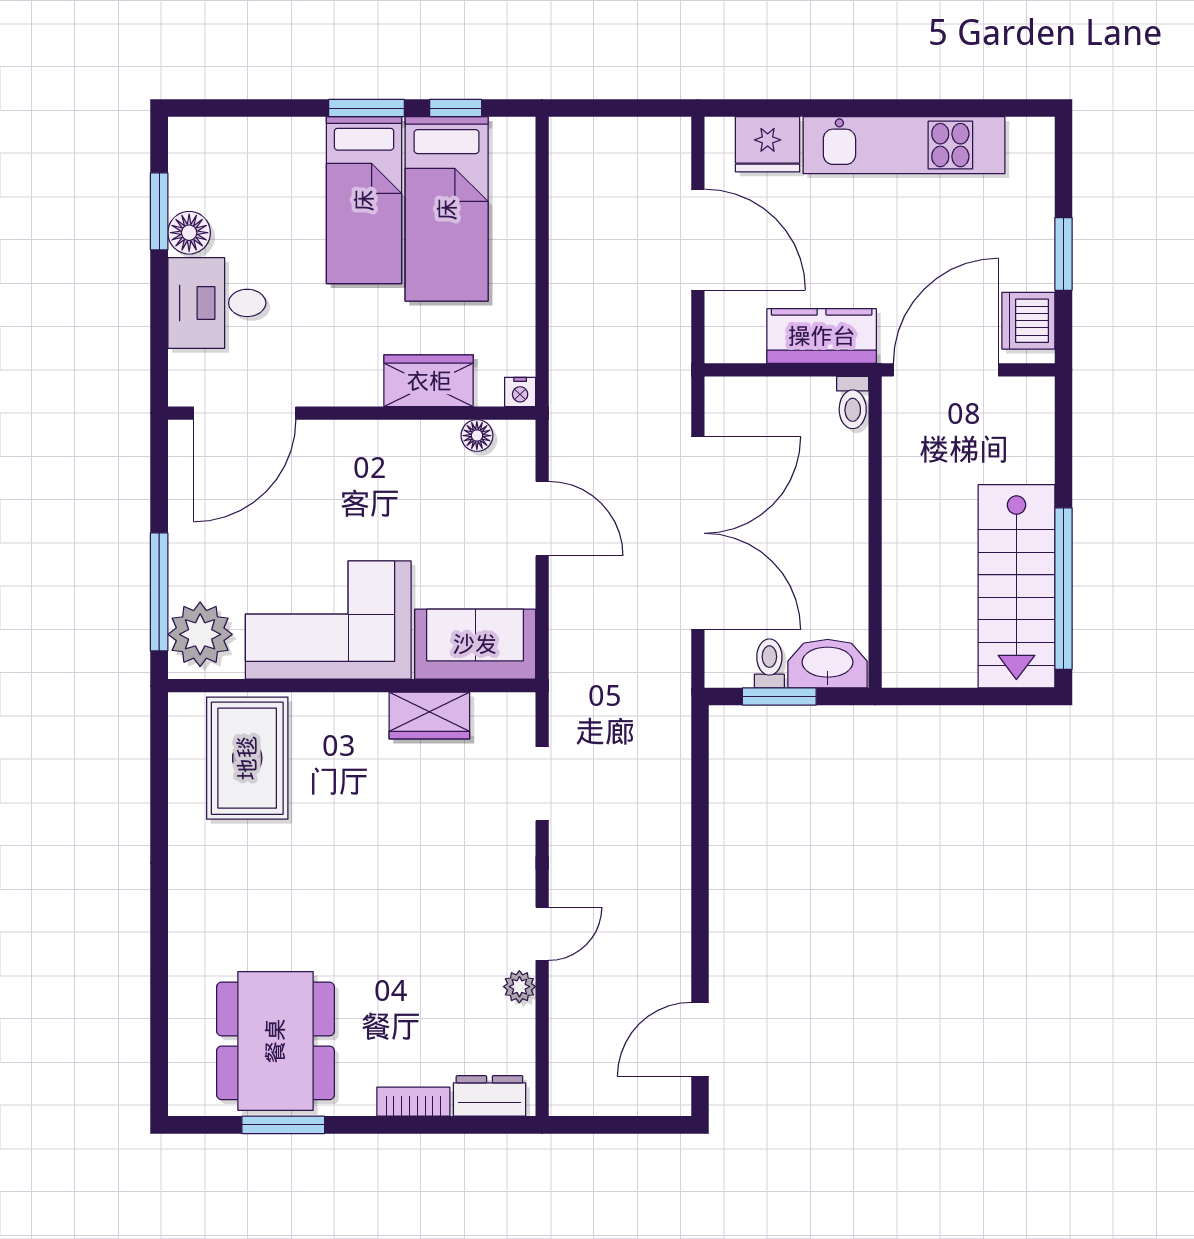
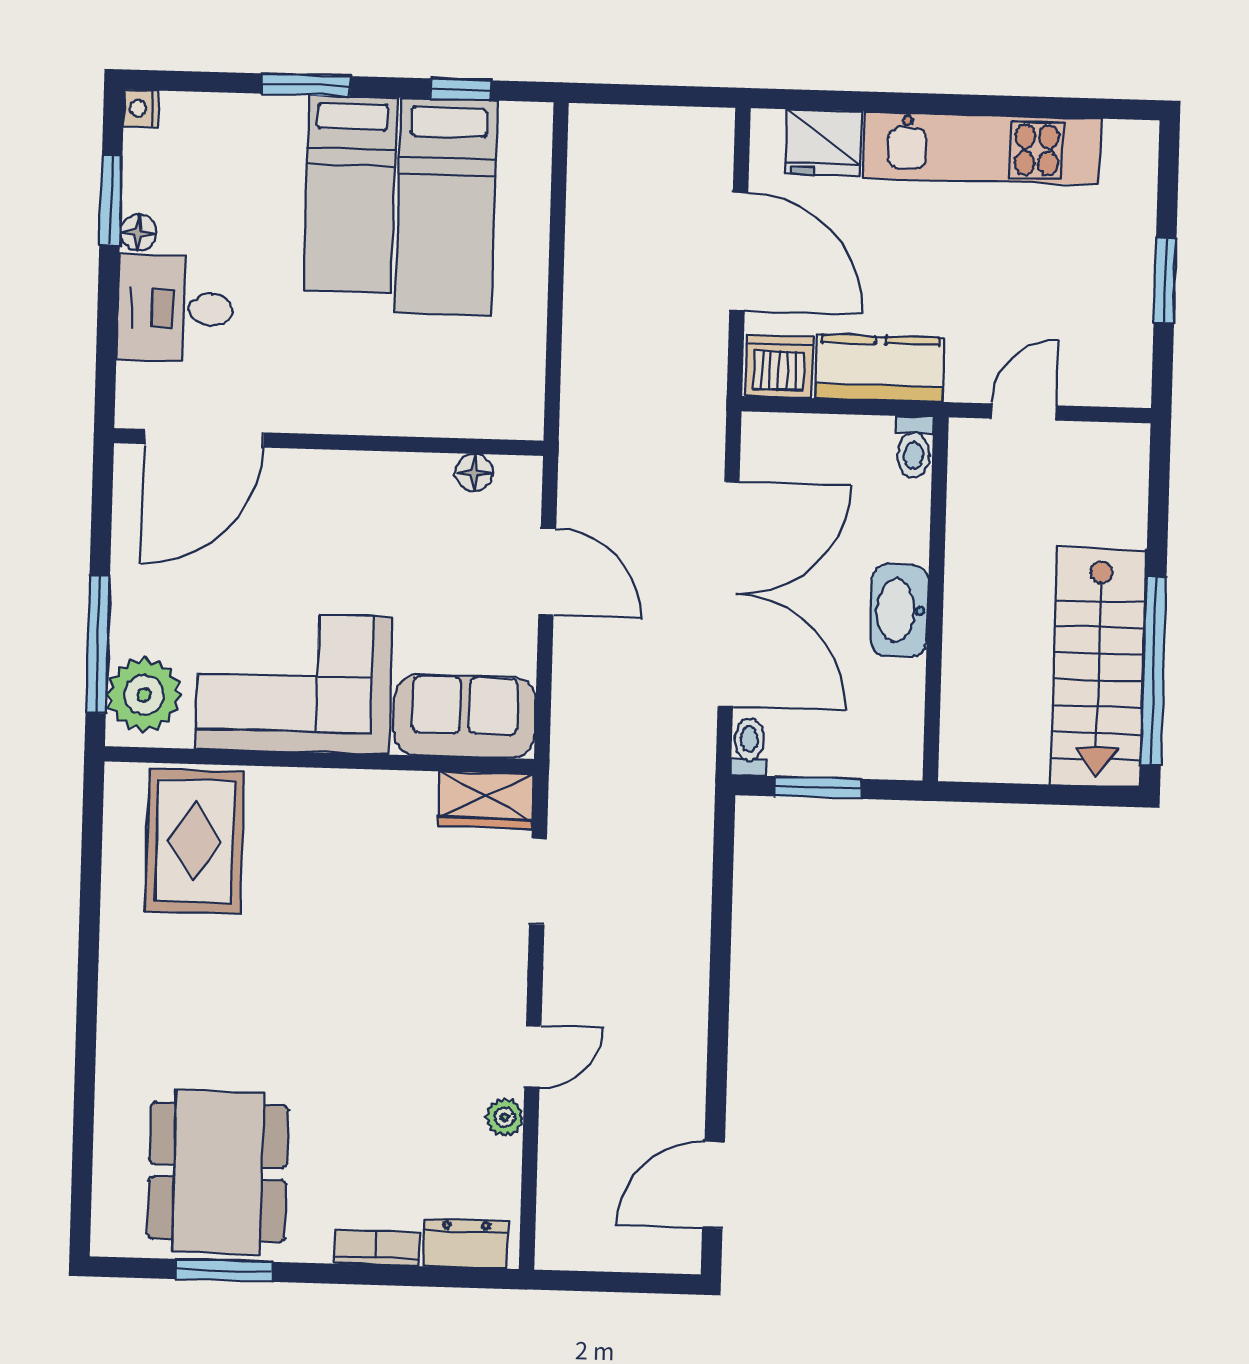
window: (366, 108) -> (306, 85), moved
floor lamp: (189, 233) -> (138, 232), width x0.73, depth x0.73
dishwasher: (1028, 321) -> (779, 366), moved, turned 90
door: (946, 370) -> (1024, 412), width x0.53
wardrobe: (429, 381) -> (420, 407), removed
nightstand: (520, 392) -> (141, 108), moved, turned 90
toilet: (769, 663) -> (749, 747), moved
washbasin: (828, 664) -> (899, 611), moved, turned -90
wardrobe: (429, 716) -> (486, 800), moved

